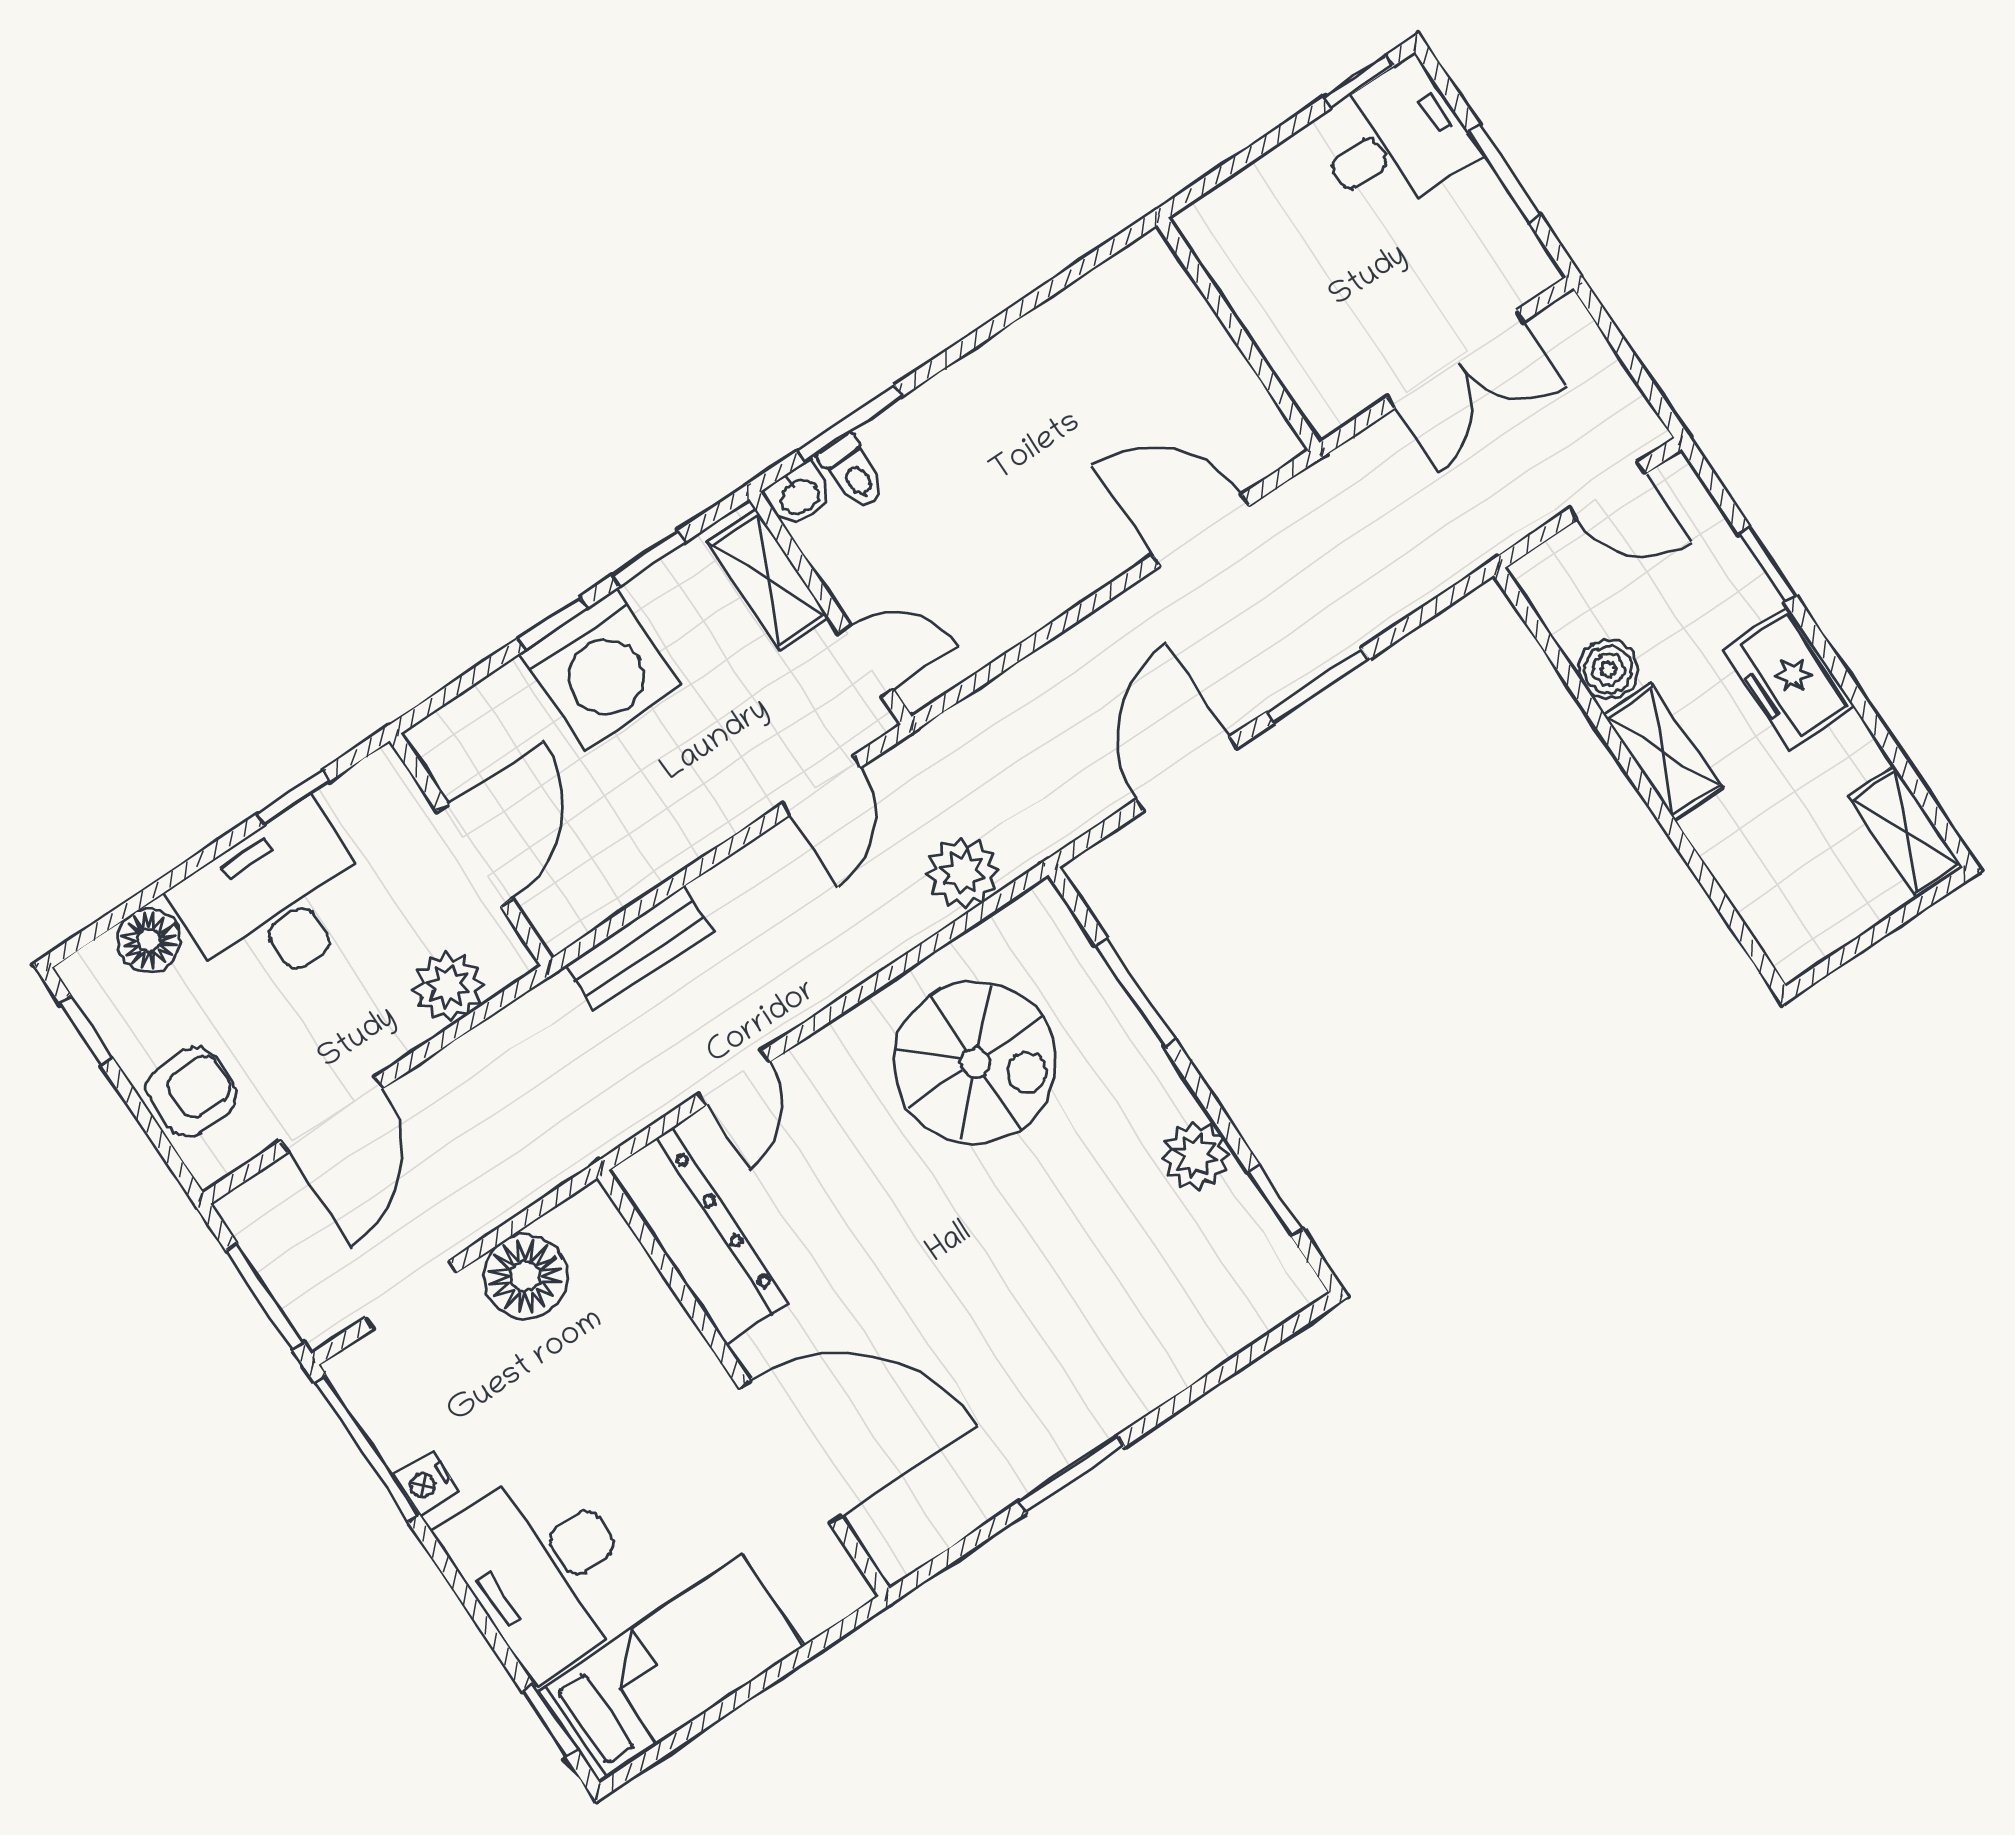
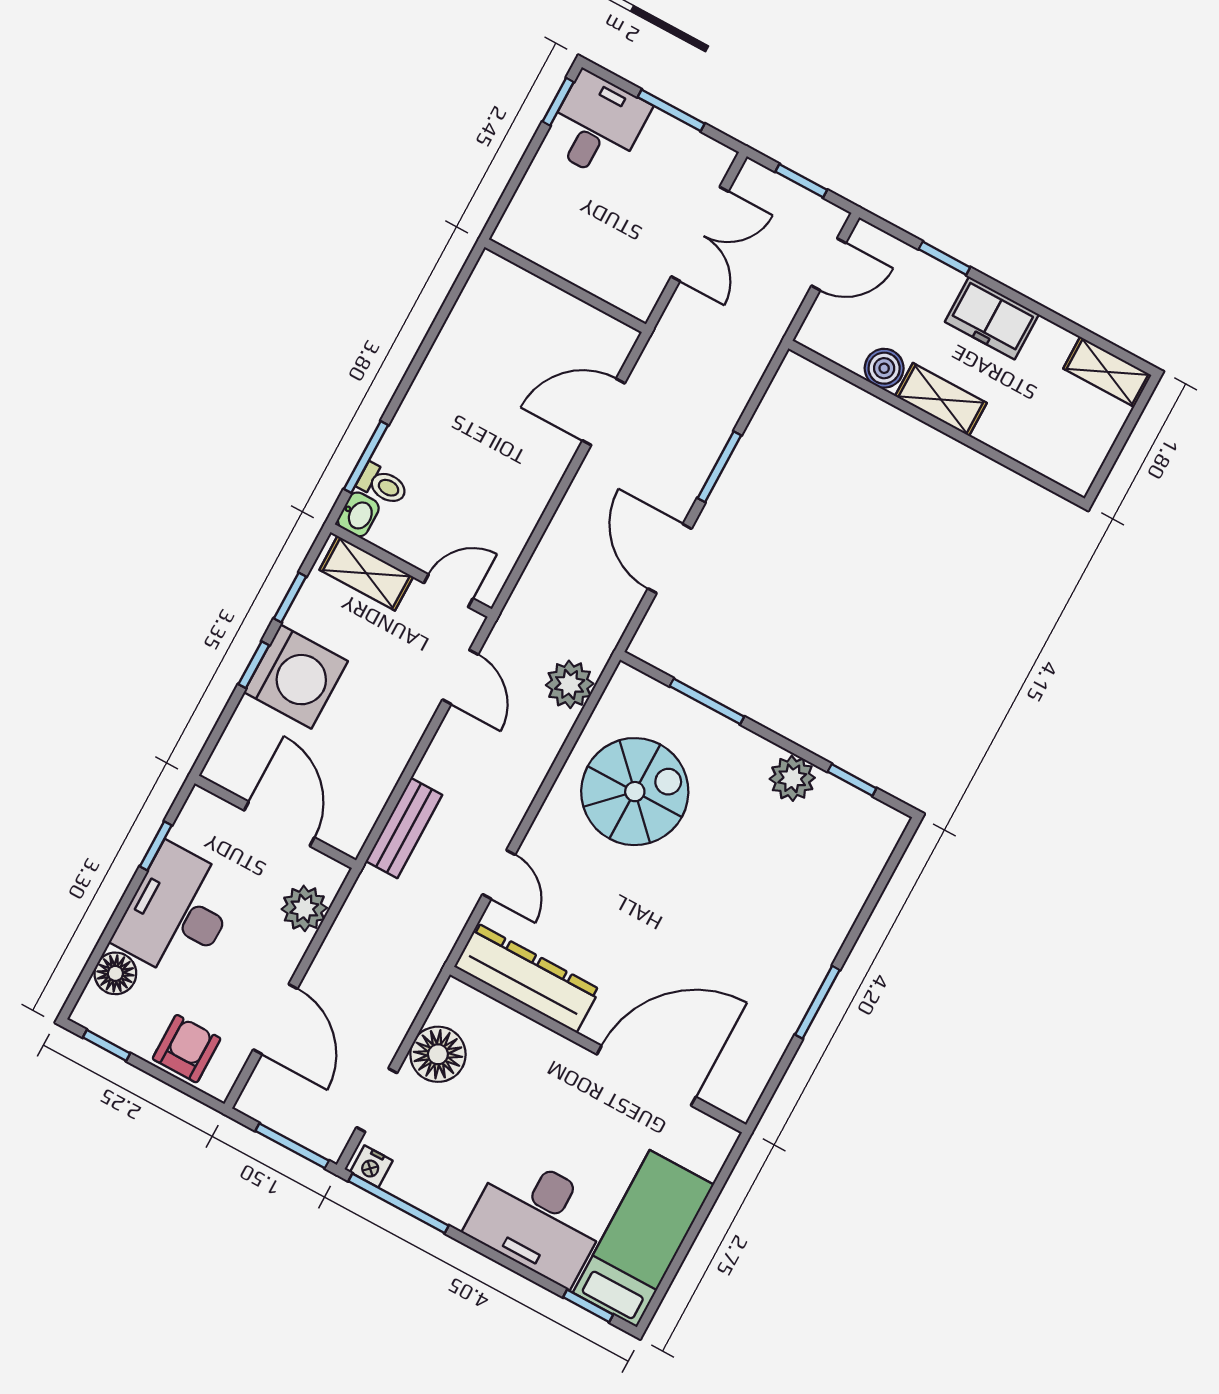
window: (1629, 359) -> (801, 181), added
nightstand: (426, 1483) -> (371, 1166), moved

